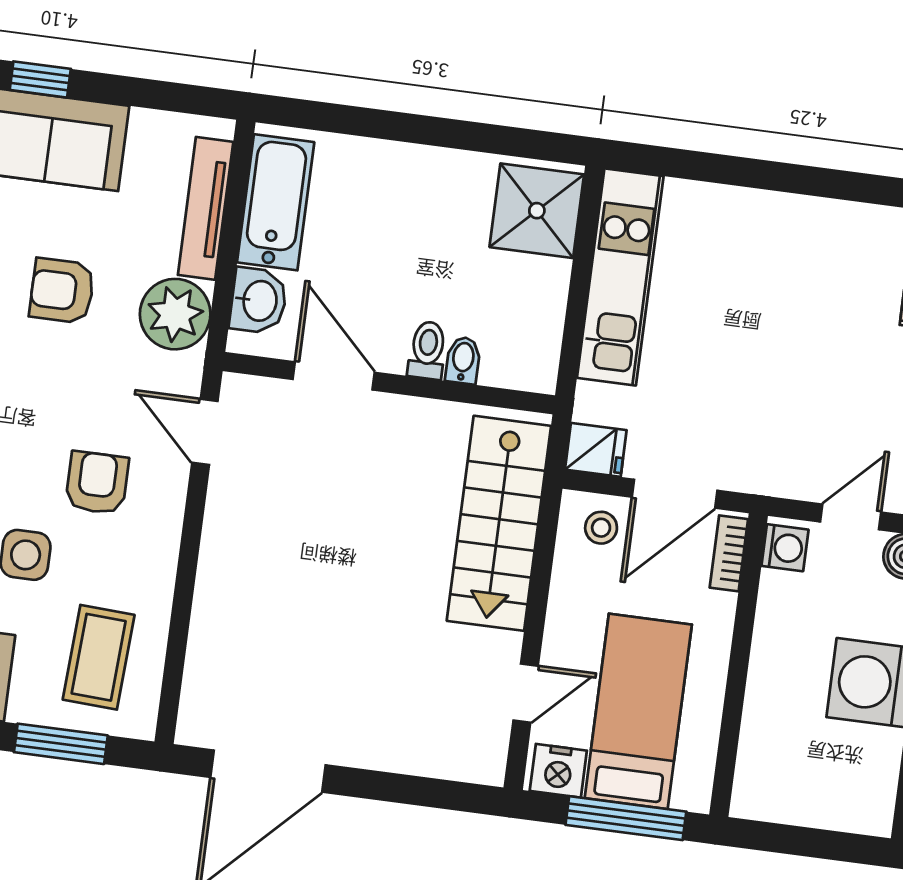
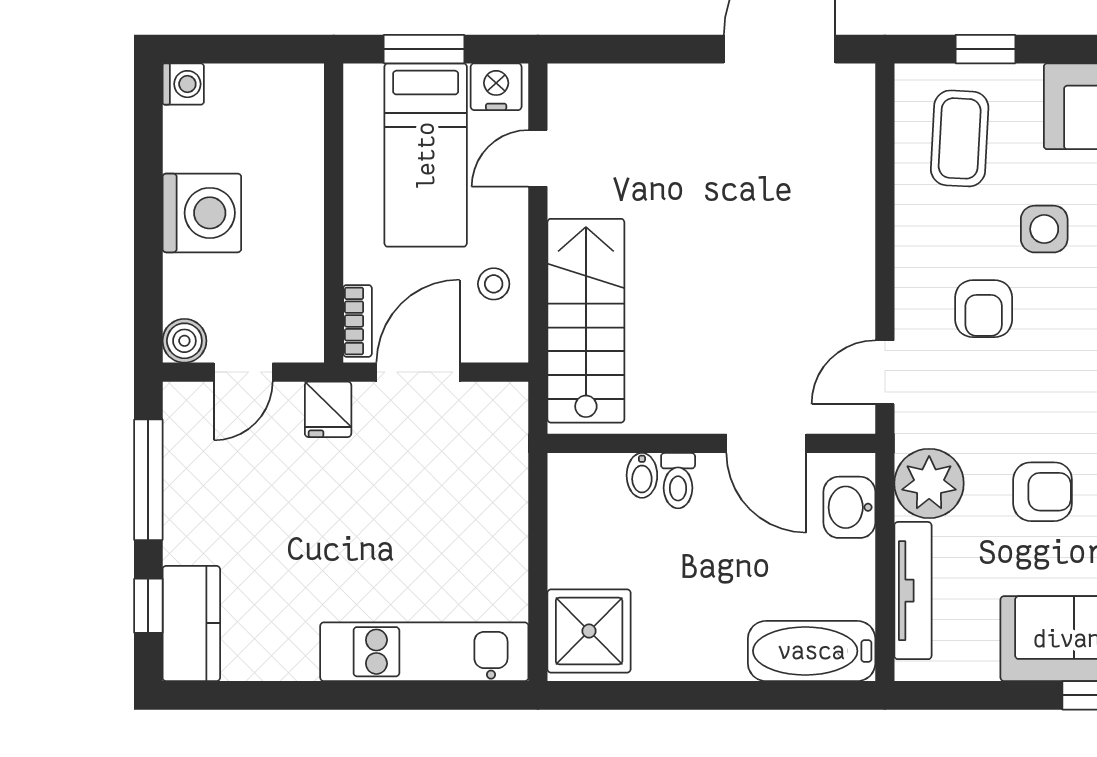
bathtub: (276, 202) -> (812, 651), moved, turned 90
kitchen unit: (620, 277) -> (424, 652), moved, turned 90
door: (205, 432) -> (885, 372), swing flipped
fridge: (596, 450) -> (328, 409), moved, turned -90
stool: (601, 528) -> (494, 284), moved
washing machine: (785, 548) -> (183, 84), moved, turned 180
window: (61, 744) -> (985, 49), width x0.67
window: (626, 818) -> (424, 49), width x0.69

